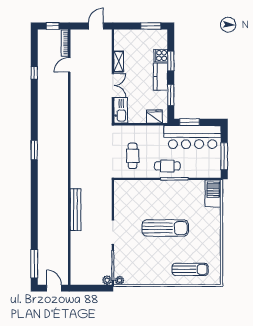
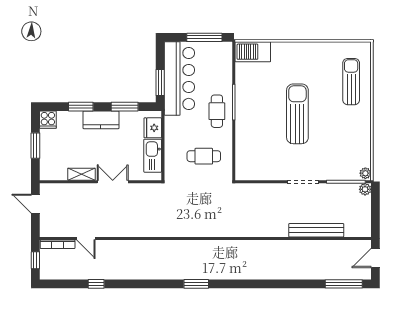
window: (151, 26) -> (35, 146), moved
cooker: (161, 56) -> (48, 120), moved
kitchen sink: (121, 110) -> (153, 156), moved, turned -90
bench: (76, 210) -> (316, 230), moved

